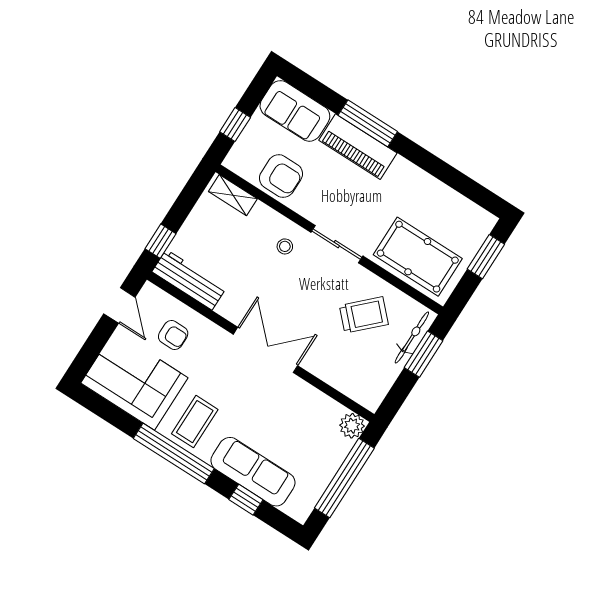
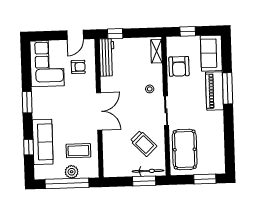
armchair: (173, 335) -> (78, 67), turned -90
coffee table: (195, 422) -> (78, 151), moved
plant: (352, 426) -> (72, 172), moved
window: (174, 454) -> (27, 102), width x0.47

